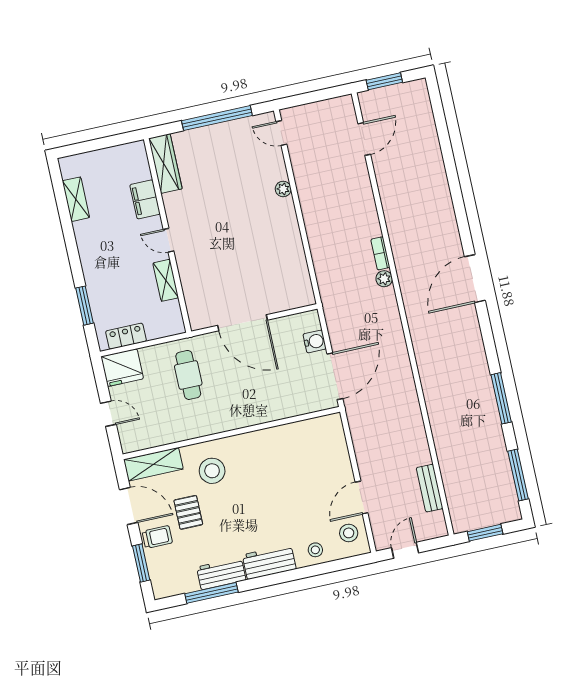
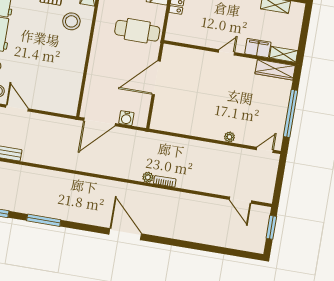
shelving: (166, 280) -> (284, 54), moved
cafe table: (188, 375) -> (137, 31), width x1.37, depth x1.35
door: (335, 376) -> (99, 122), hinge flipped

